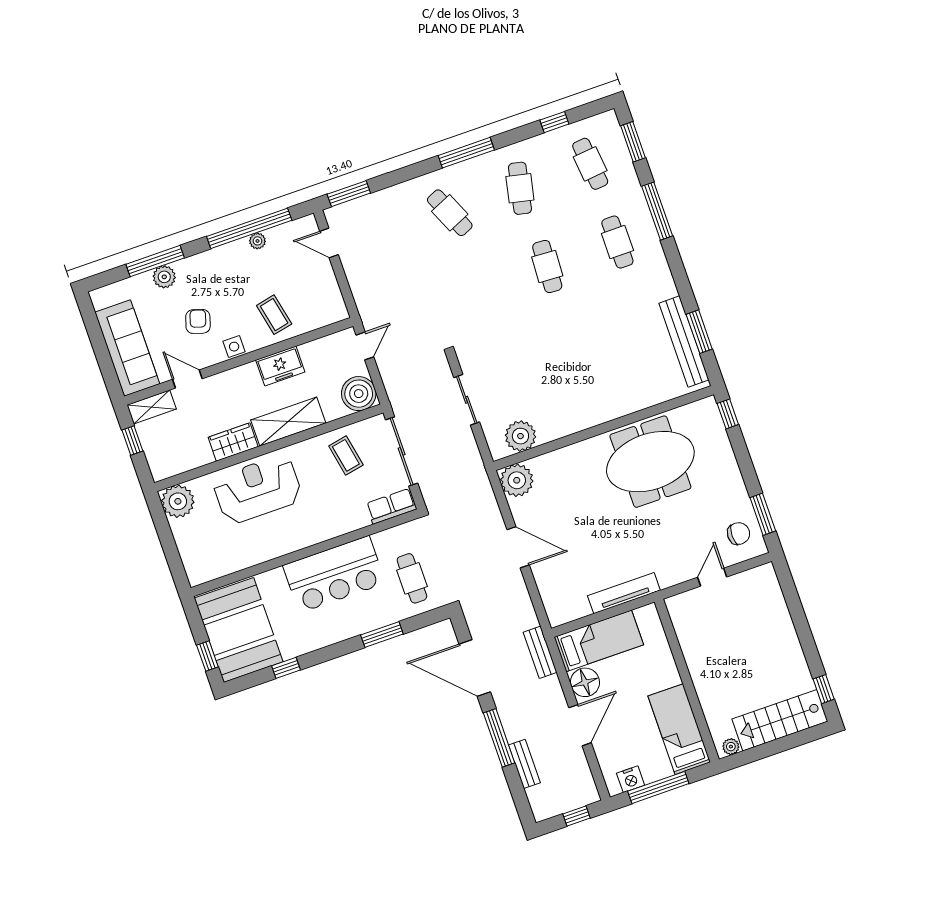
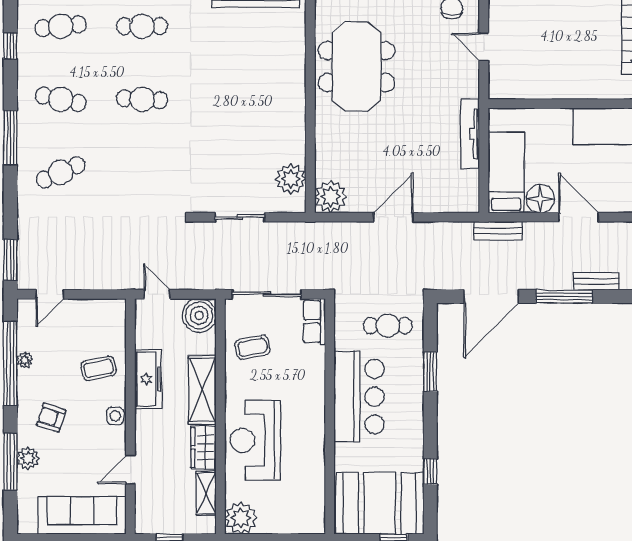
armchair: (198, 321) -> (51, 418), moved
freezer: (280, 366) -> (148, 379), width x1.40
shelving: (152, 407) -> (206, 493), moved

